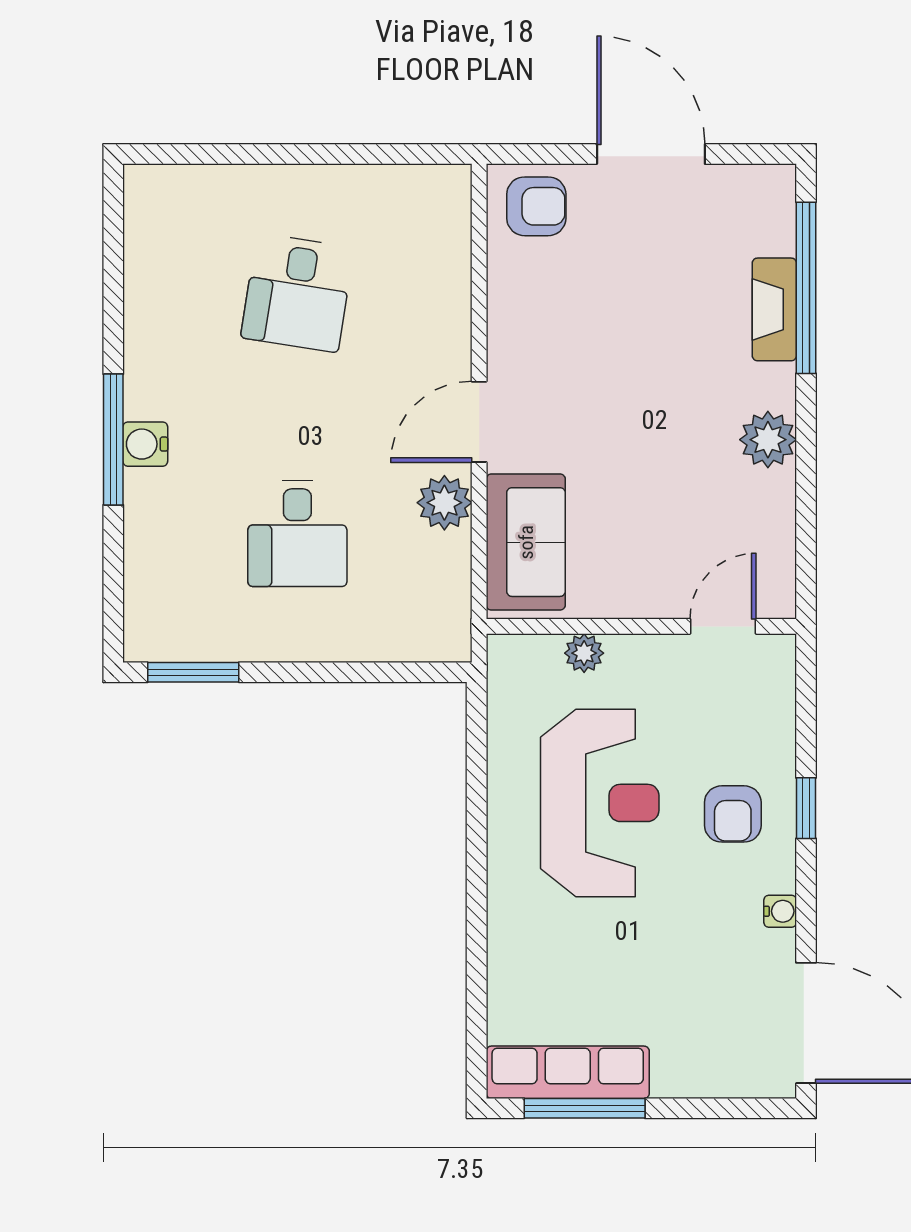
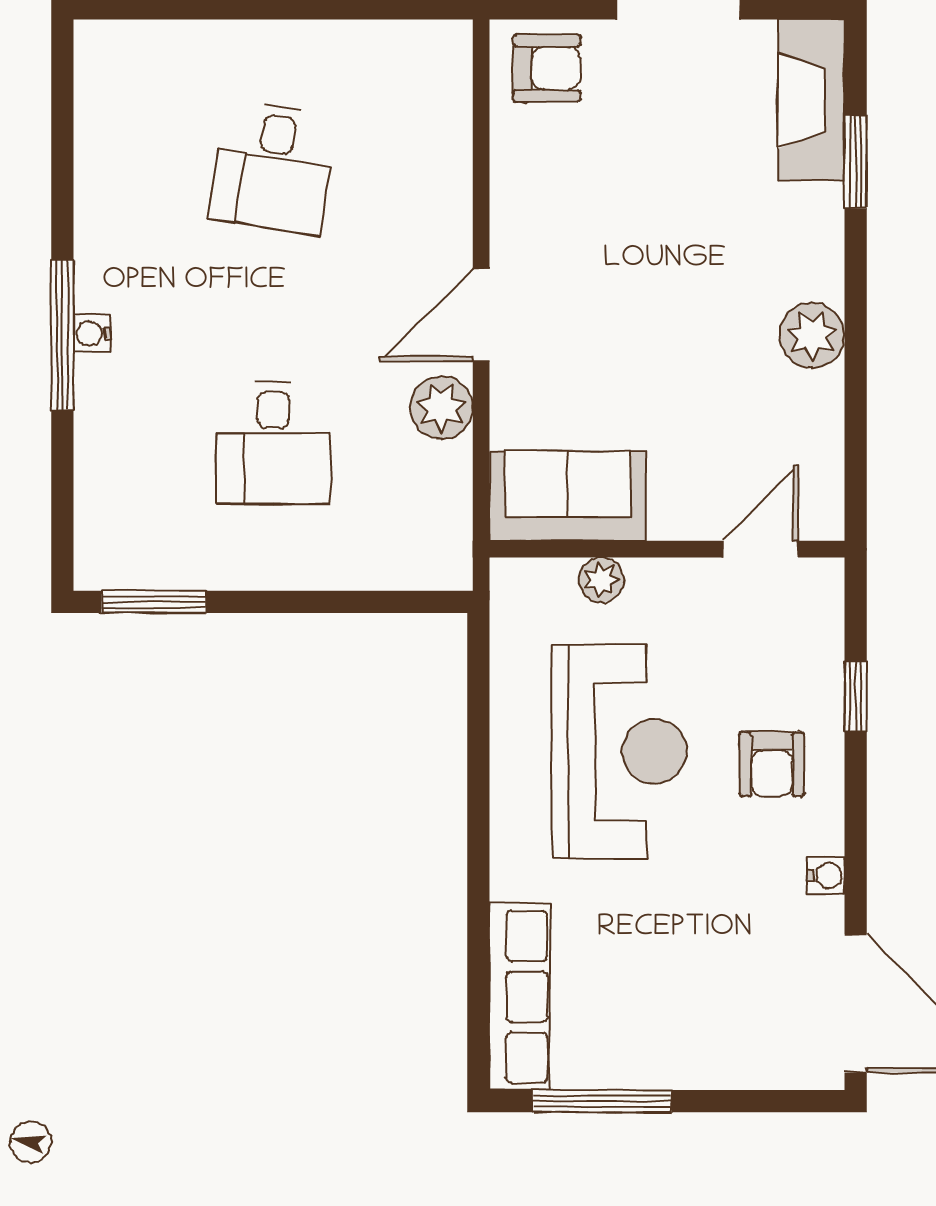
window: (806, 288) -> (856, 162), width x0.47
fireplace: (774, 309) -> (811, 100), moved, width x1.37, depth x1.32
water cooler: (145, 444) -> (92, 333), width x0.72, depth x0.72
sofa: (526, 542) -> (568, 496), moved, turned -90
window: (806, 808) -> (856, 696), moved
row of seats: (568, 1072) -> (520, 997), moved, turned 90

